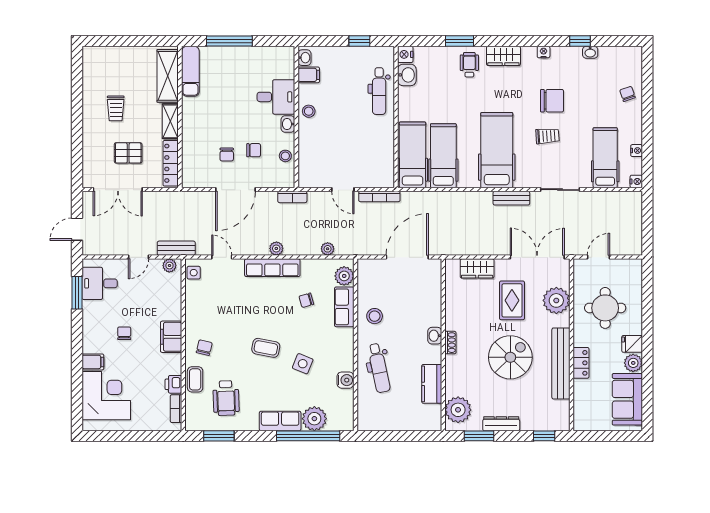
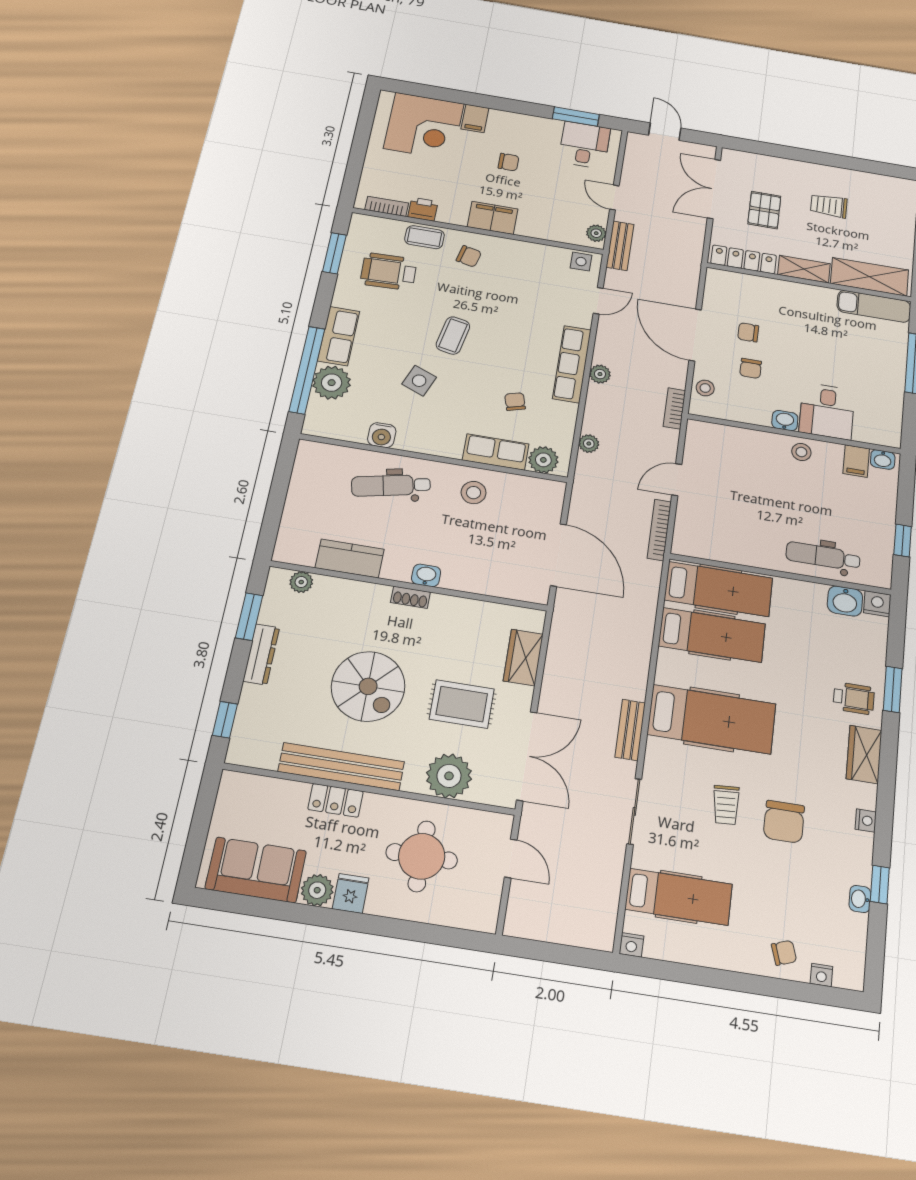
nightstand: (637, 151) -> (821, 975), moved
stool: (285, 156) -> (705, 388), moved
plant: (458, 410) -> (301, 582), width x0.53, depth x0.53

